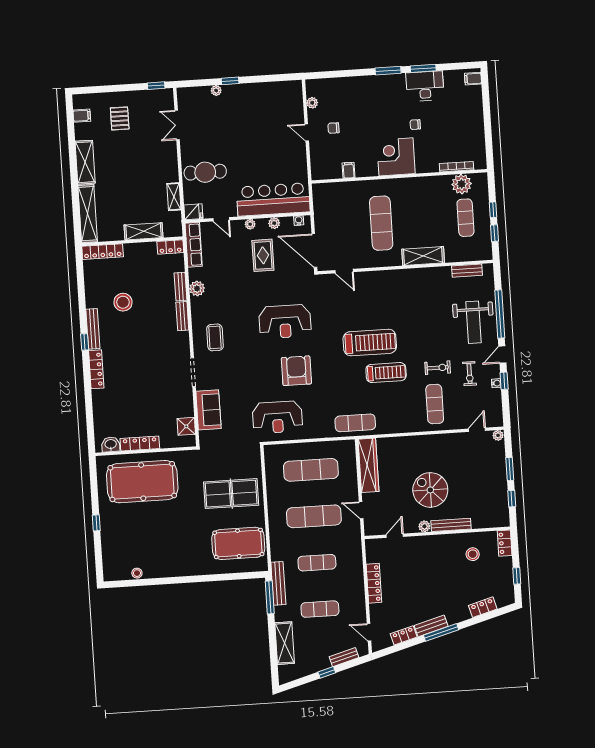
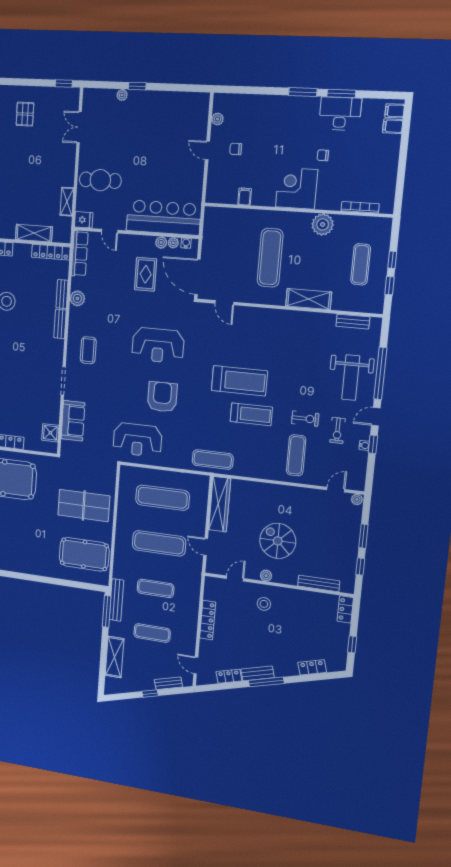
filing cabinet: (474, 92) -> (393, 126), added
plant: (462, 184) -> (323, 224), moved
plant: (250, 224) -> (173, 243), moved
locker: (170, 247) -> (51, 252), width x1.53
bench: (451, 525) -> (319, 583), moved
stool: (473, 554) -> (264, 604), moved

